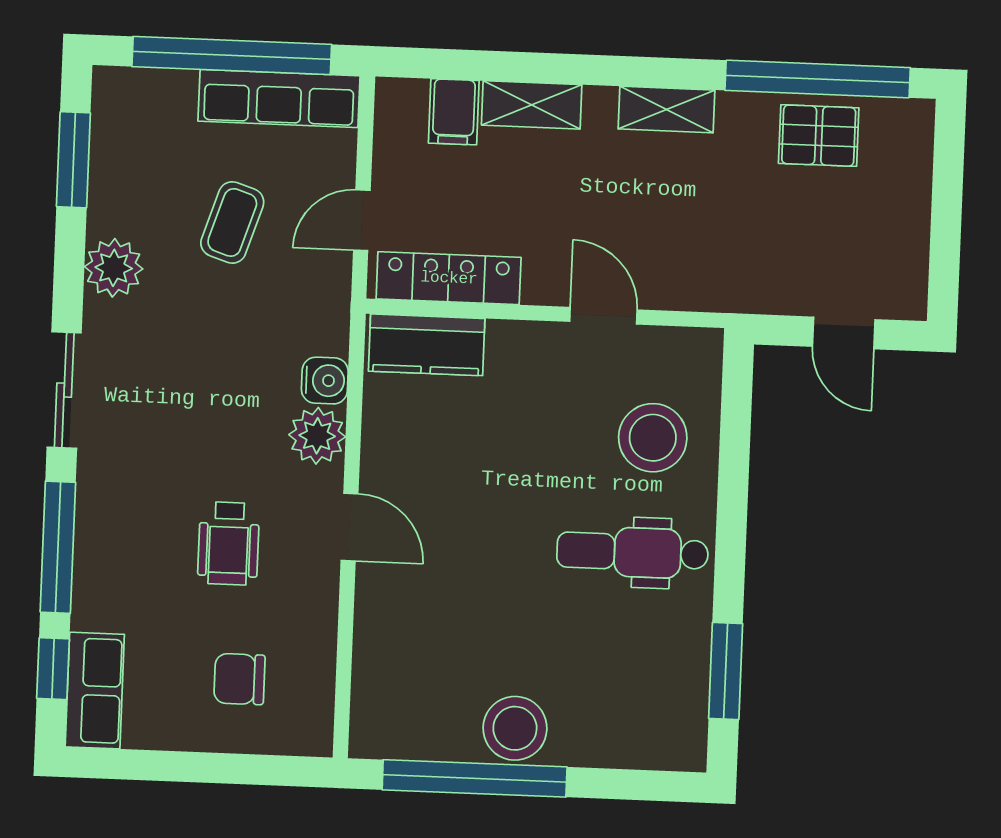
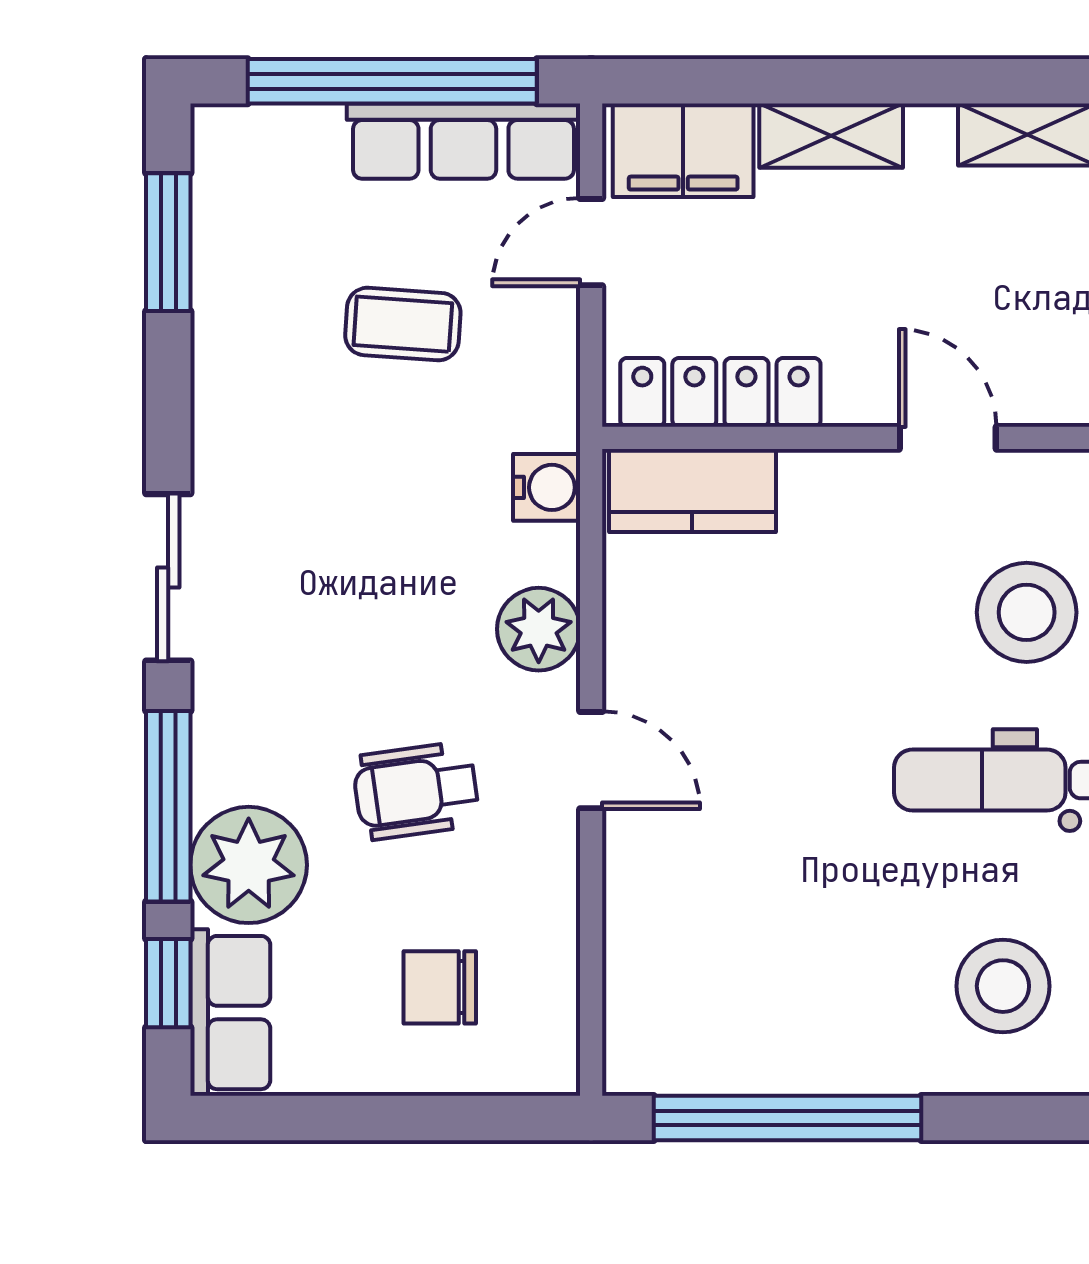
filing cabinet: (454, 112) -> (683, 150), width x2.00
door: (362, 220) -> (591, 242), moved
coffee table: (232, 222) -> (403, 324), turned 76
plant: (114, 268) -> (249, 865), moved, width x1.36, depth x1.36
water cooler: (325, 381) -> (547, 487), moved
wheelchair: (228, 543) -> (416, 791), turned 82
stool: (515, 728) -> (1003, 986), moved

